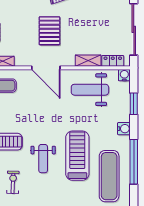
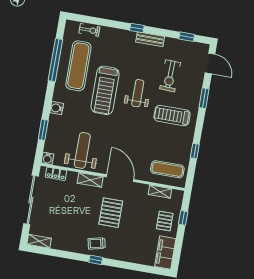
shelving: (88, 61) -> (90, 180), moved
weight bench: (90, 90) -> (82, 150), turned -90
window: (134, 162) -> (55, 60), moved
exercise bike: (13, 182) -> (170, 76), width x1.38, depth x1.39

